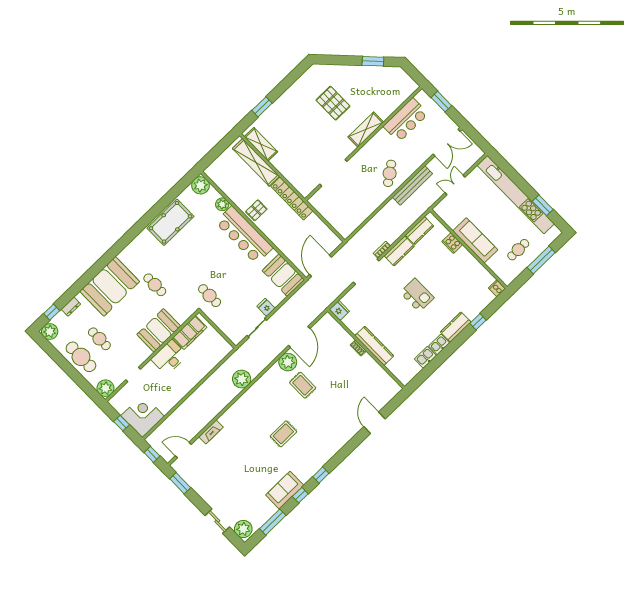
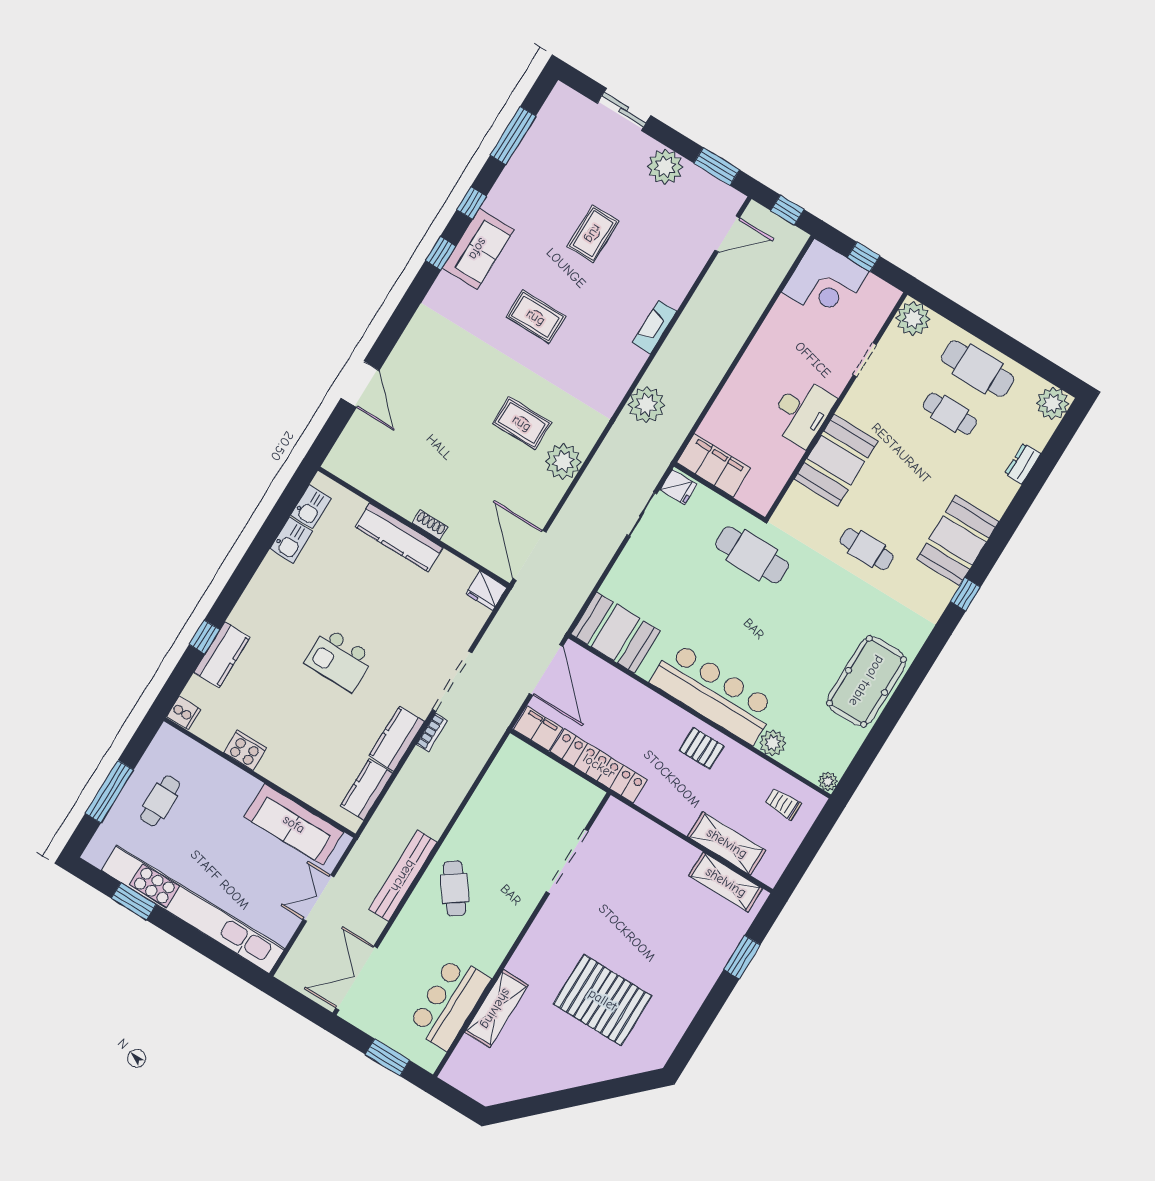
window: (373, 61) -> (544, 1103), removed
pallet: (333, 103) -> (603, 1000), width x1.37, depth x1.41
shelving: (366, 130) -> (496, 1009), moved
shelving: (256, 162) -> (727, 843), width x0.68
trolley: (225, 174) -> (783, 804), added
plant: (200, 185) -> (828, 781), width x0.53, depth x0.53
double door: (455, 185) -> (319, 898), swing flipped
locker: (292, 199) -> (599, 766), moved
pallet: (256, 210) -> (702, 748), turned 90
filing cabinet: (331, 239) -> (538, 729), added
sofa: (475, 240) -> (294, 824), moved
cooker: (452, 243) -> (245, 750), moved
booth: (110, 286) -> (958, 541), width x0.73, depth x0.70
cafe table: (210, 296) -> (752, 555), width x1.37, depth x1.35
fridge: (266, 307) -> (678, 487), moved
window: (52, 312) -> (965, 594), moved
kitchen counter: (456, 327) -> (222, 655), moved
filing cabinet: (190, 333) -> (713, 465), moved, turned 90
door: (299, 337) -> (530, 555), moved
kitchen sink: (439, 344) -> (311, 507), moved
fireplace: (211, 432) -> (655, 327), moved
rug: (283, 434) -> (536, 317), turned 90
rug: (247, 466) -> (593, 234), added
sofa: (285, 490) -> (478, 249), moved
plant: (243, 529) -> (665, 167), moved

